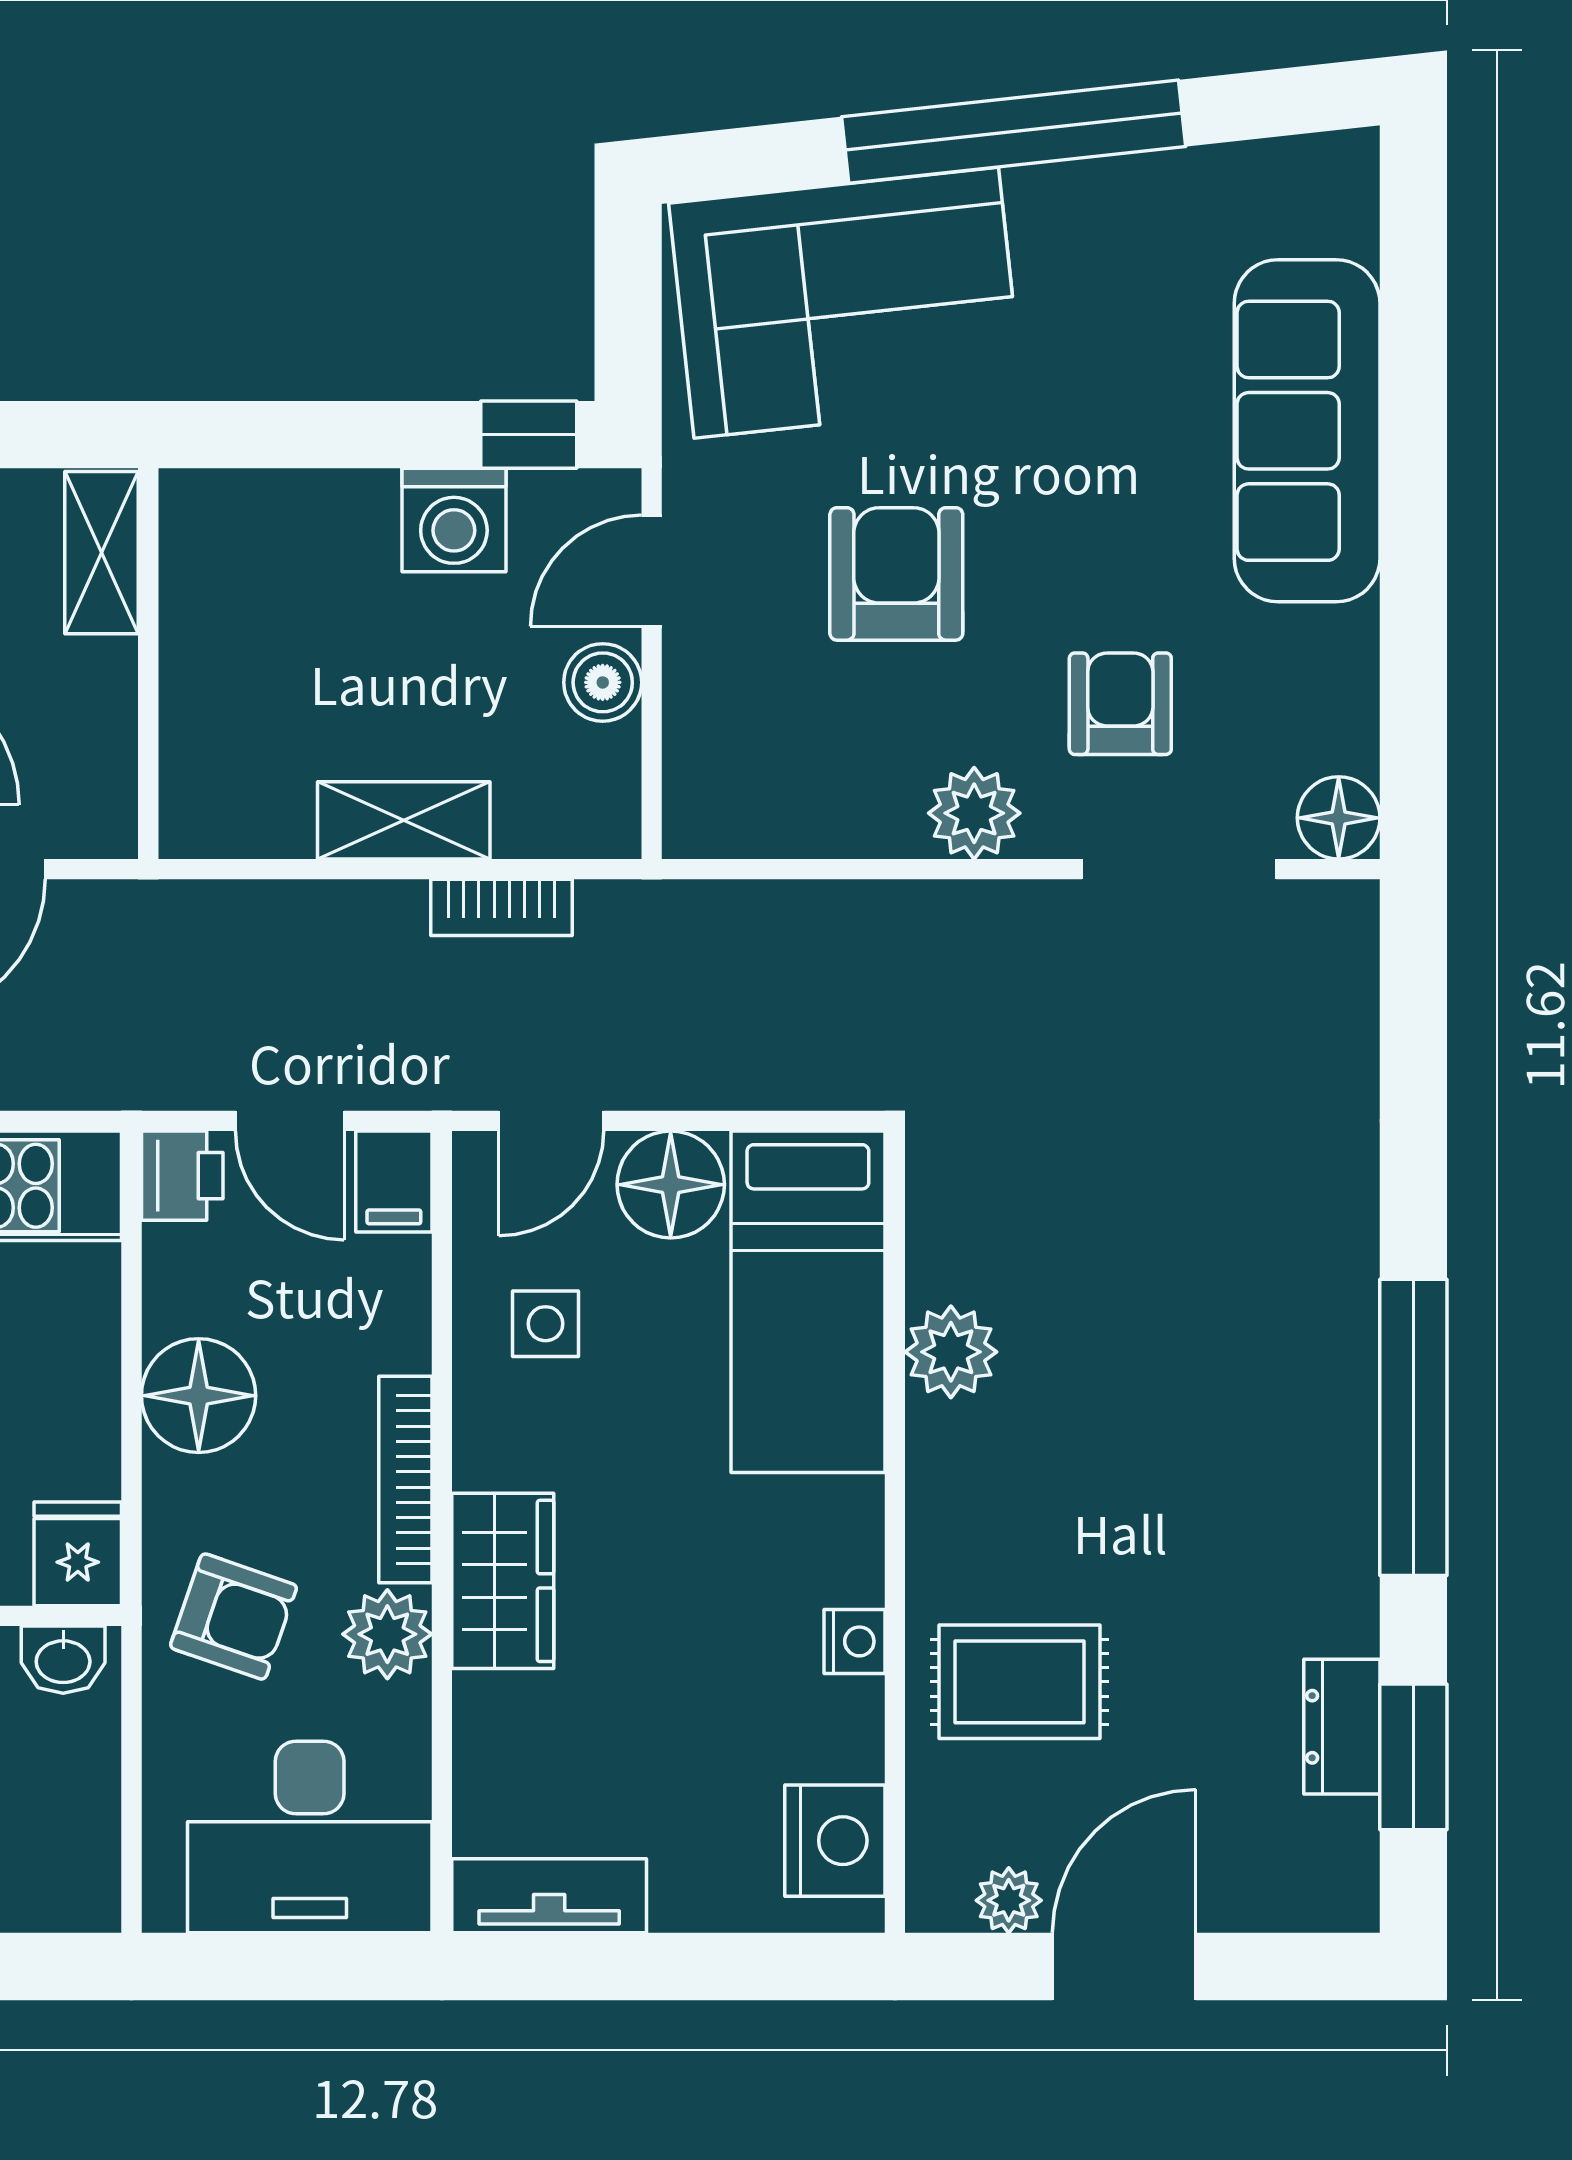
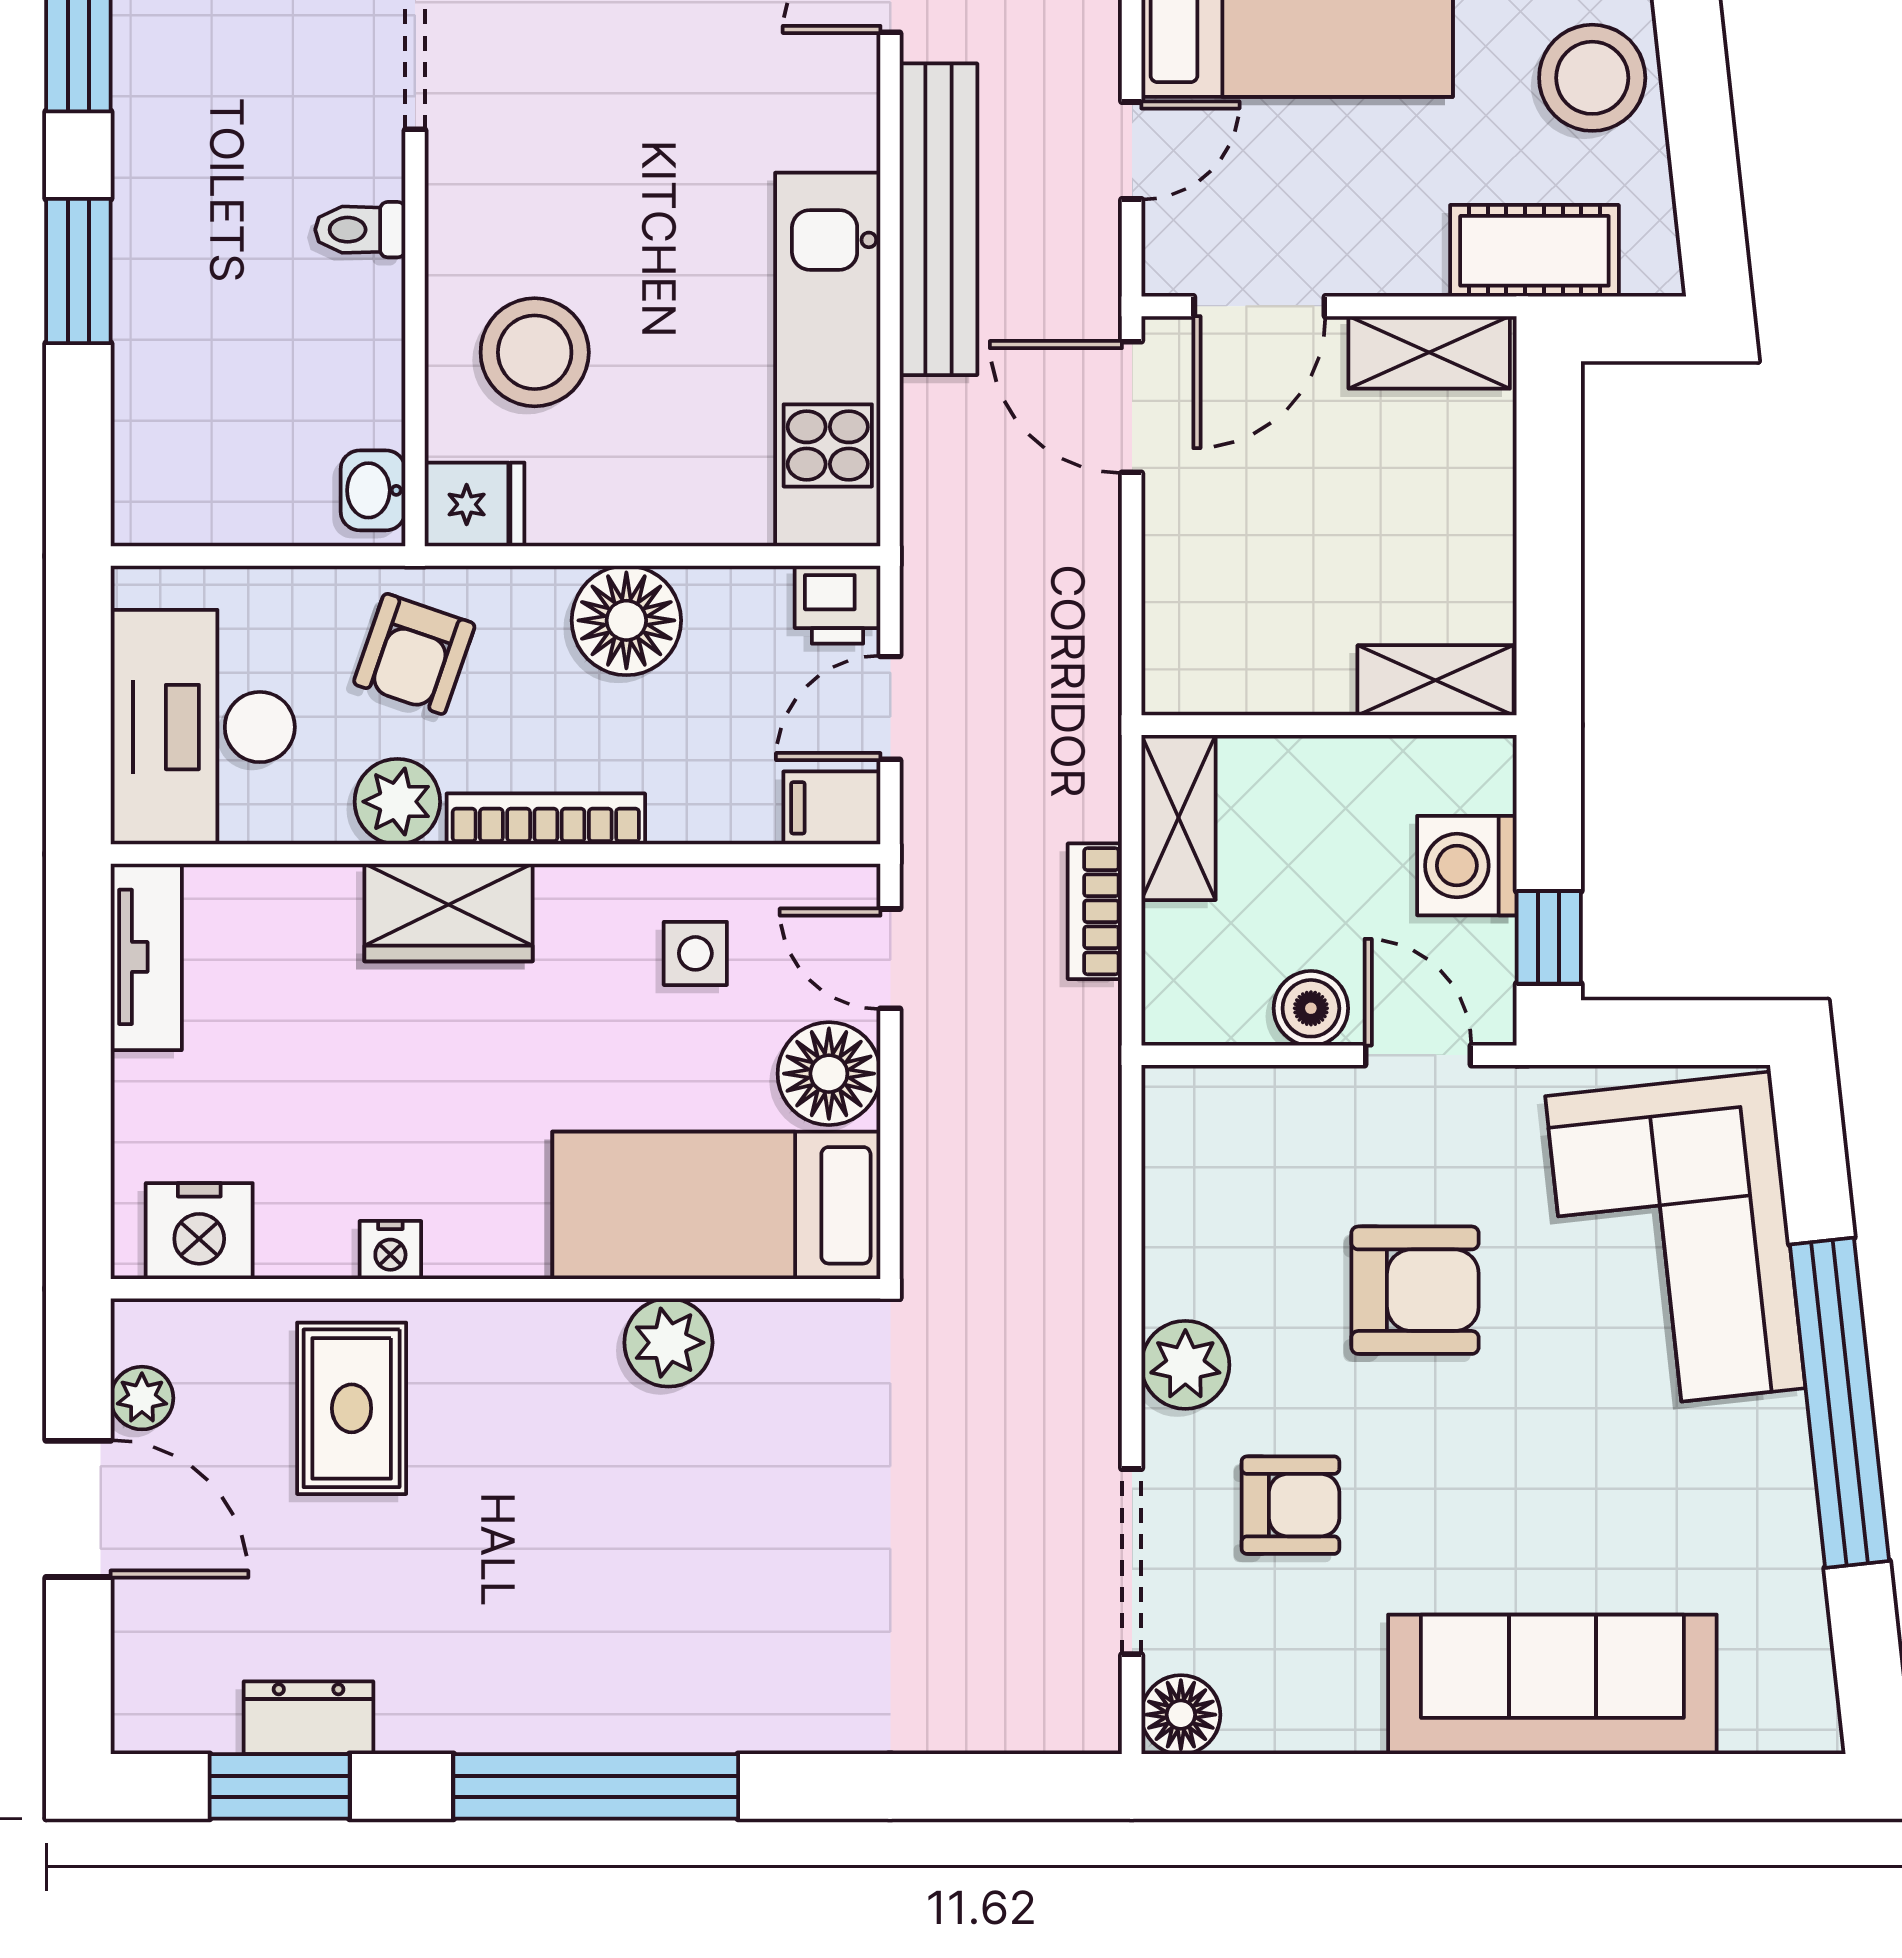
shelving: (102, 553) -> (1435, 680), moved
wall: (148, 664) -> (1329, 725), moved

